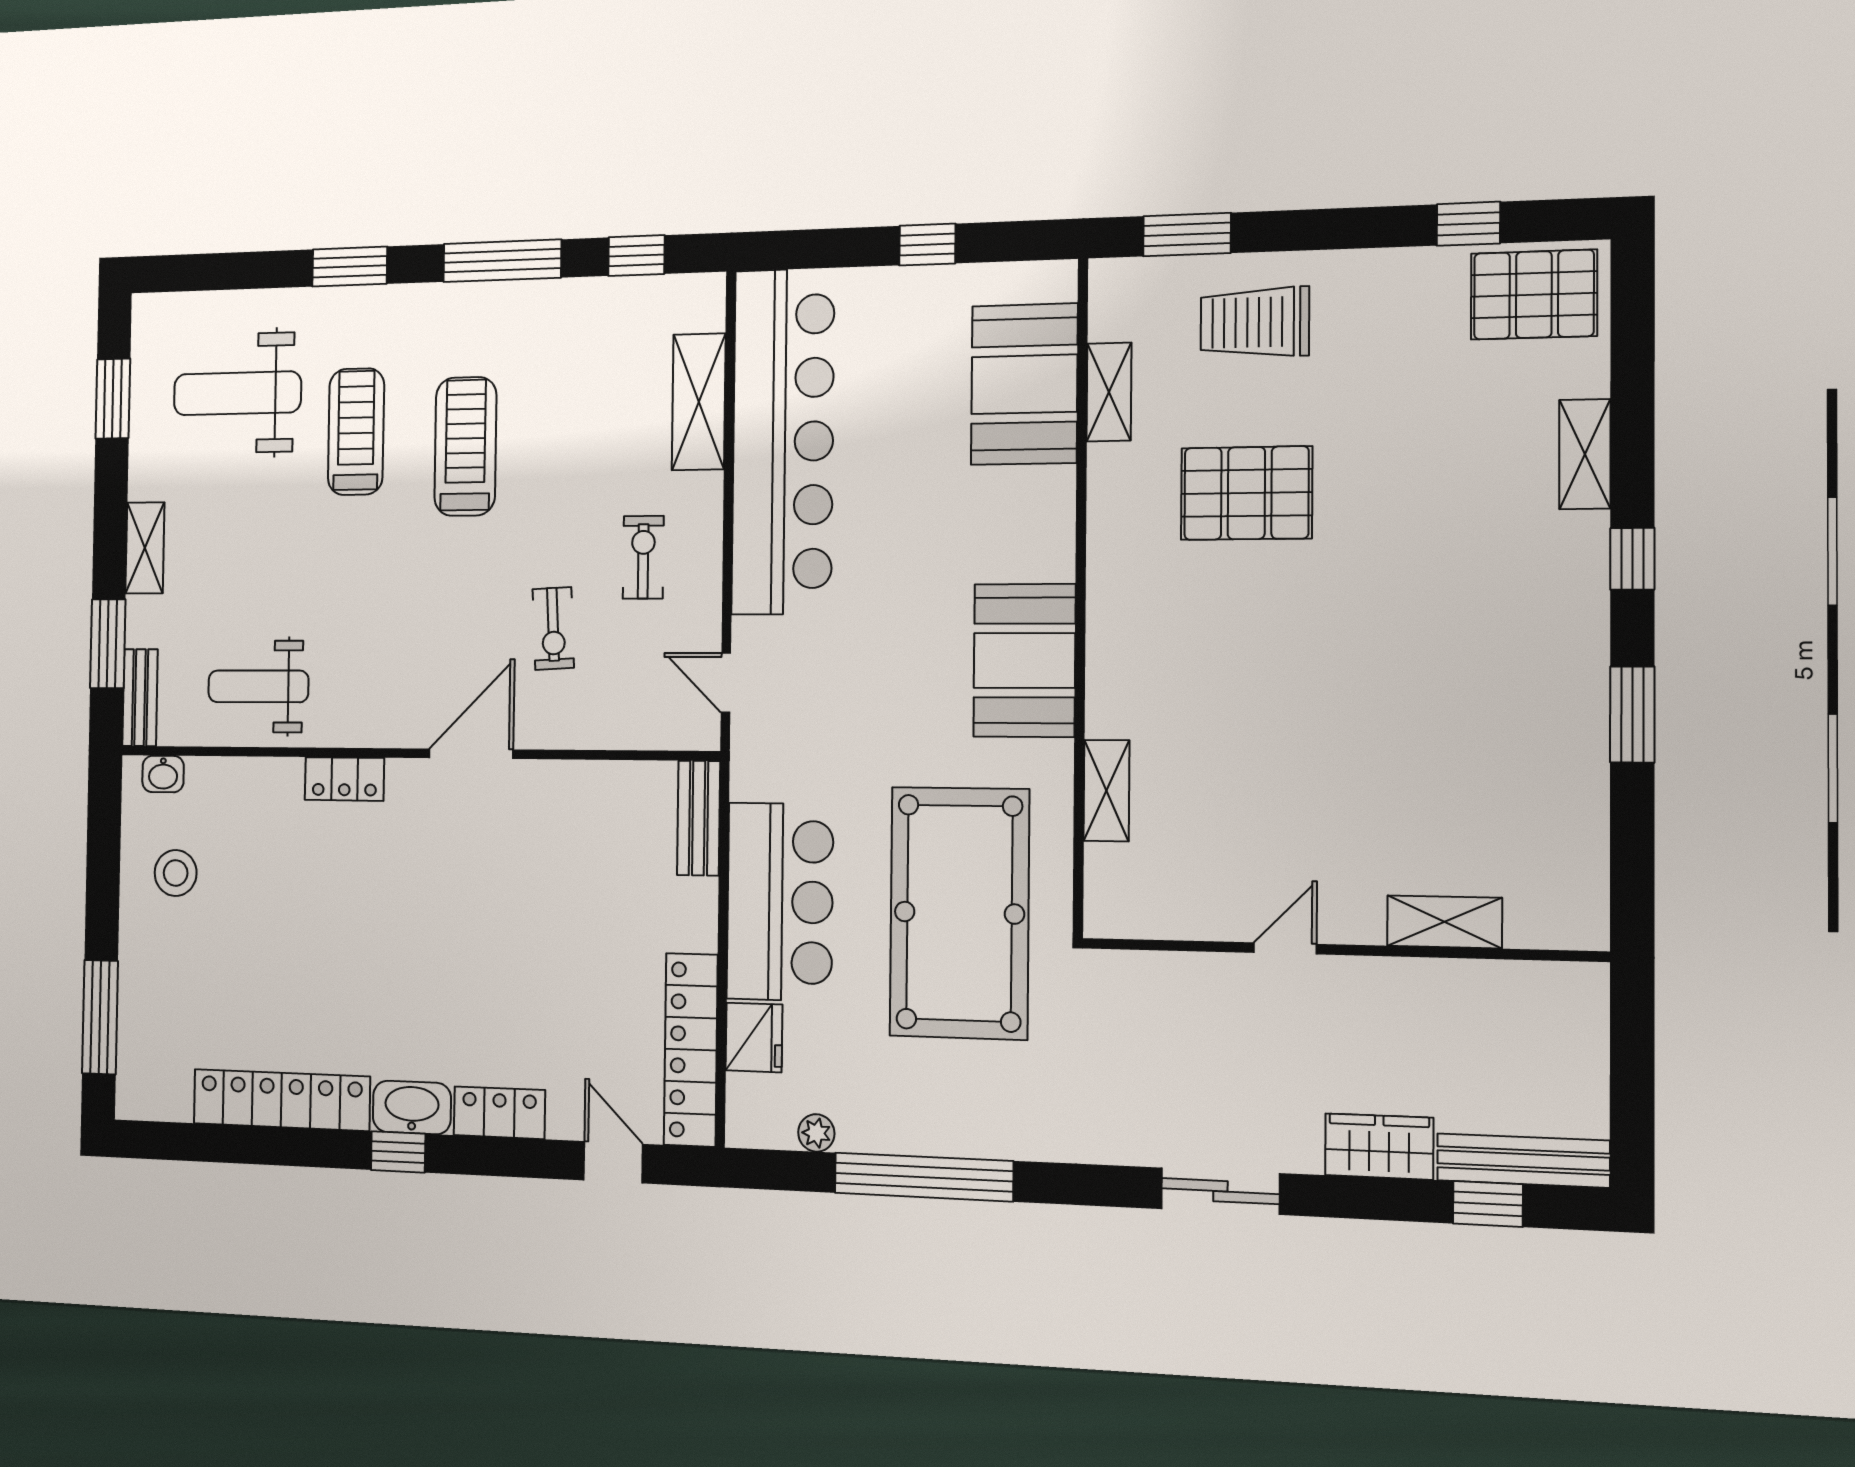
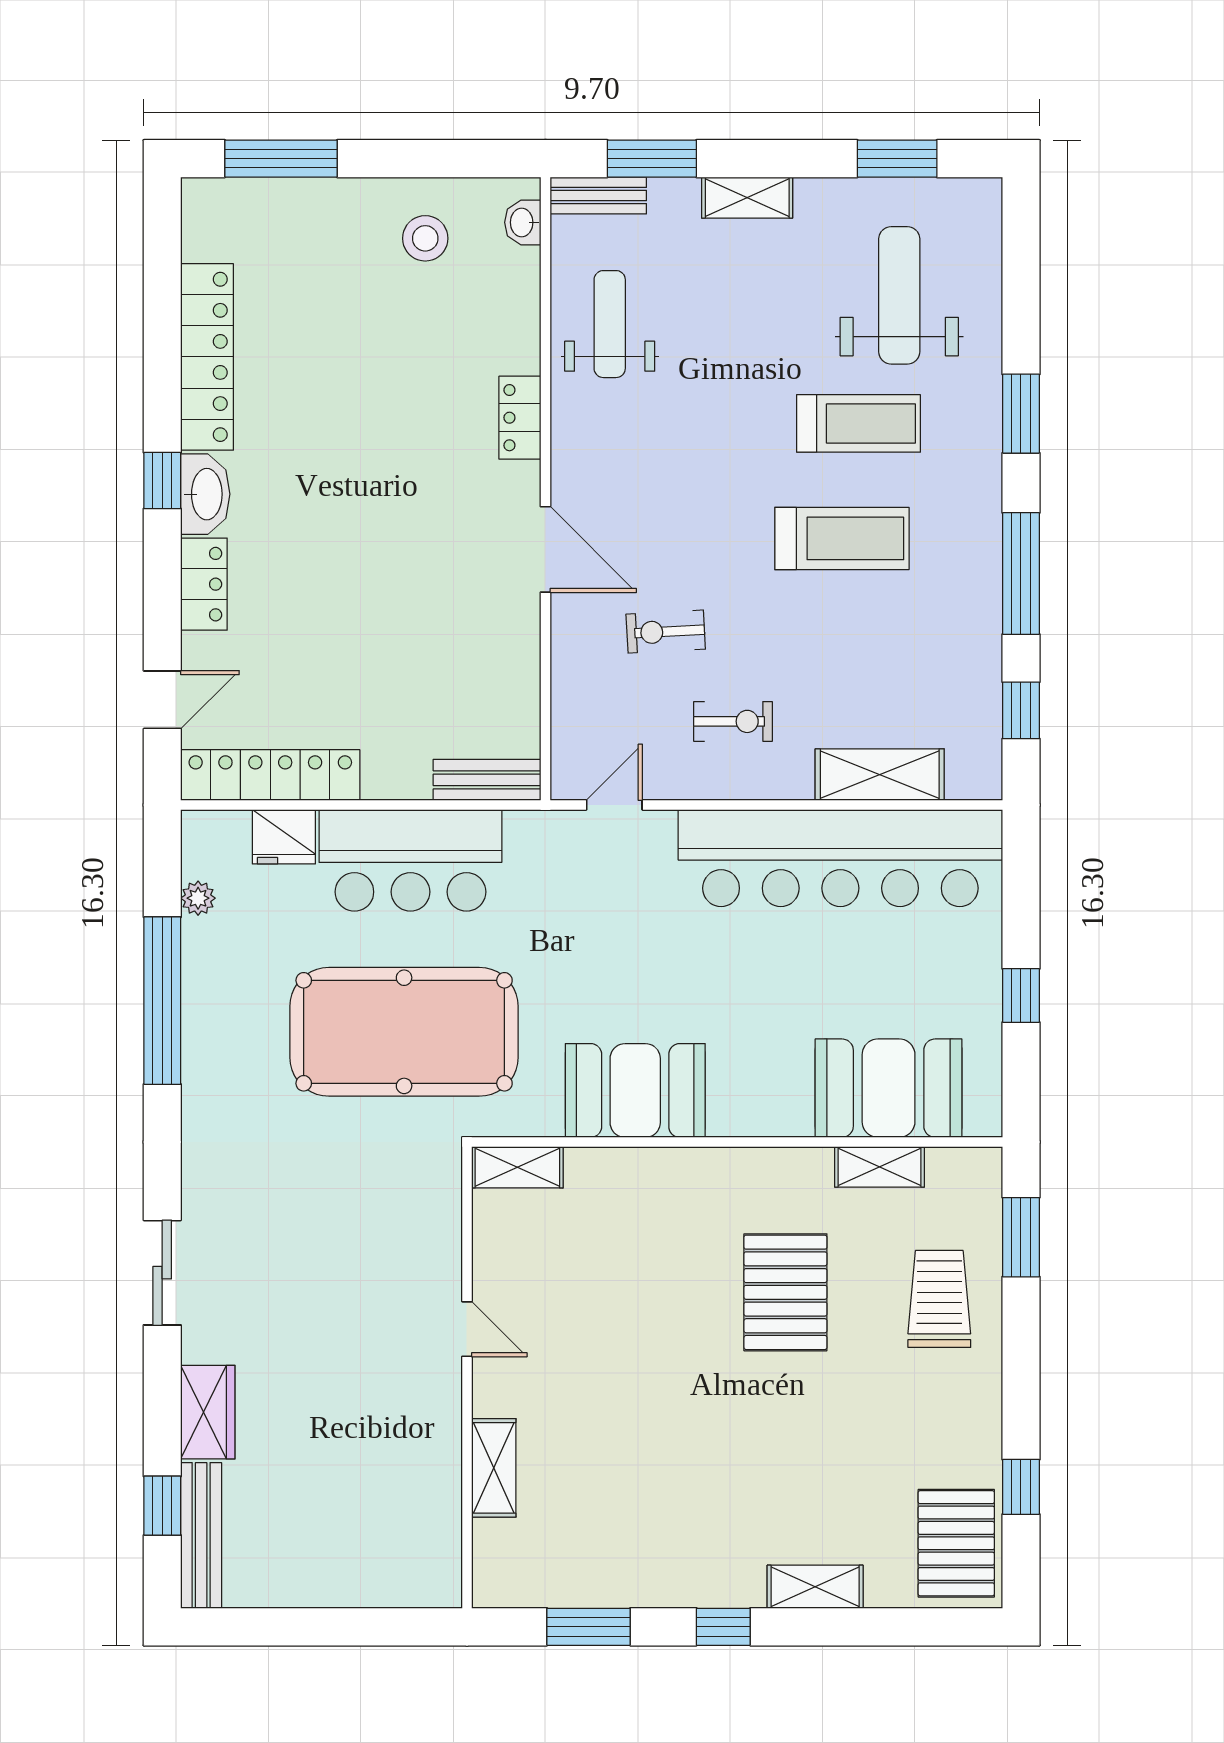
shelving: (1444, 922) -> (494, 1468), moved
door: (1285, 948) -> (467, 1329), moved
wall: (1340, 950) -> (467, 1378), moved

